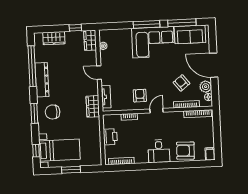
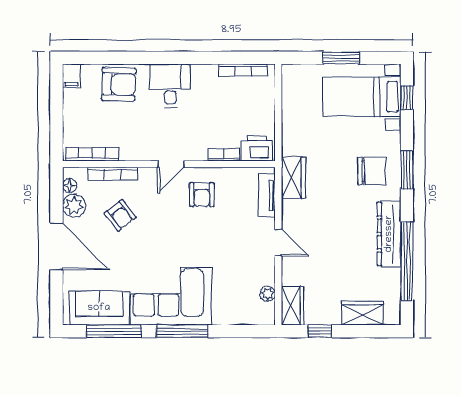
printer: (110, 137) -> (257, 148), moved, turned 90

